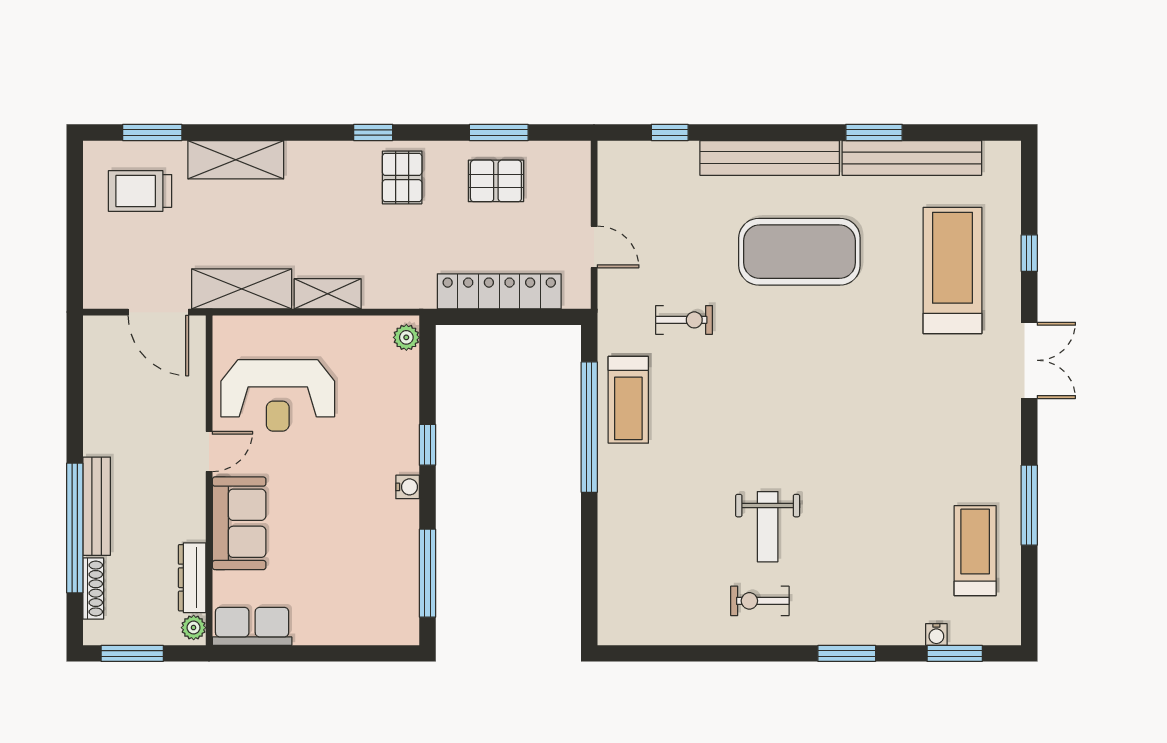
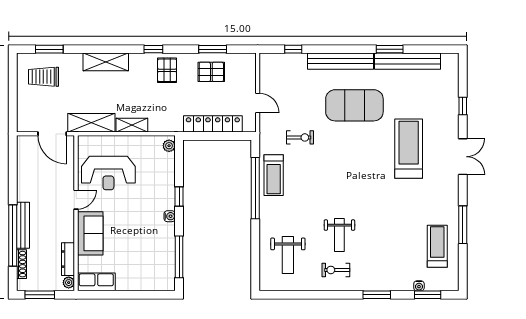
shelving: (236, 160) -> (106, 62), moved
treadmill: (953, 270) -> (409, 149), moved
weight bench: (658, 569) -> (288, 255), added

